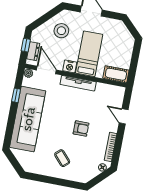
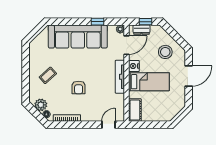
door: (124, 116) -> (108, 125), moved
plant: (92, 171) -> (41, 105), added

